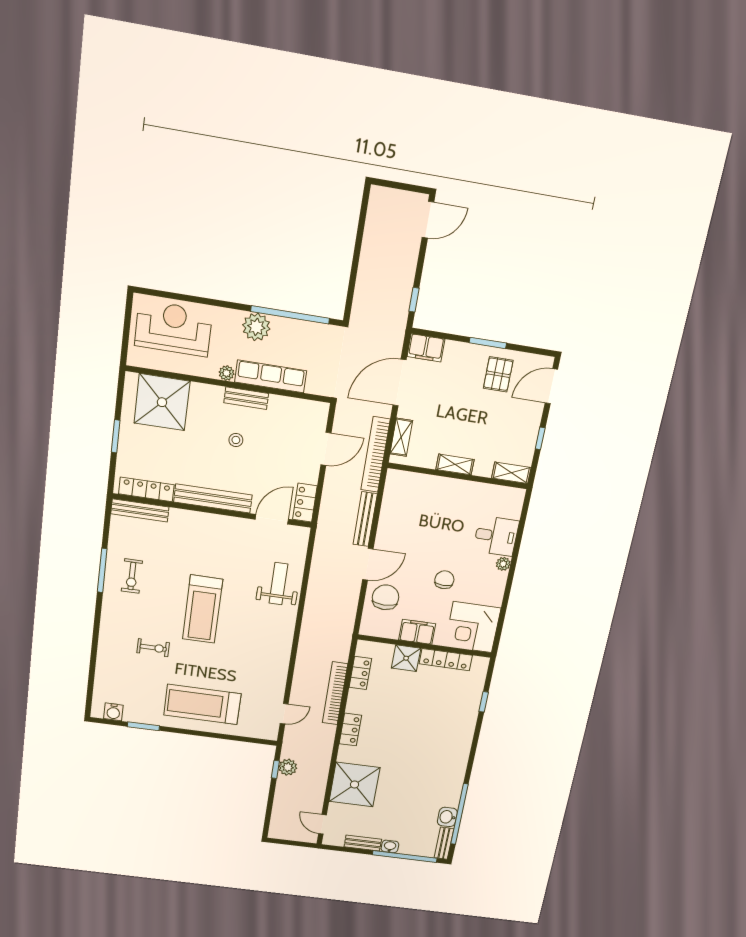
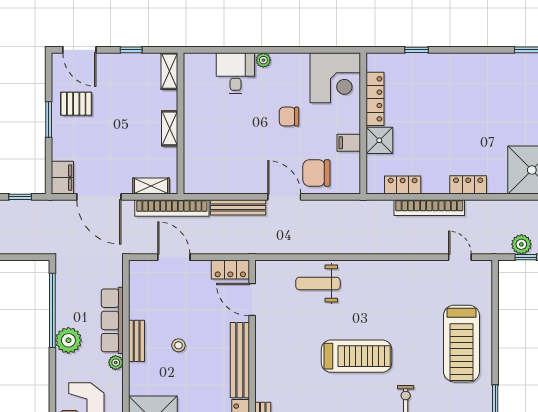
filing cabinet: (417, 632) -> (349, 143), width x0.50

